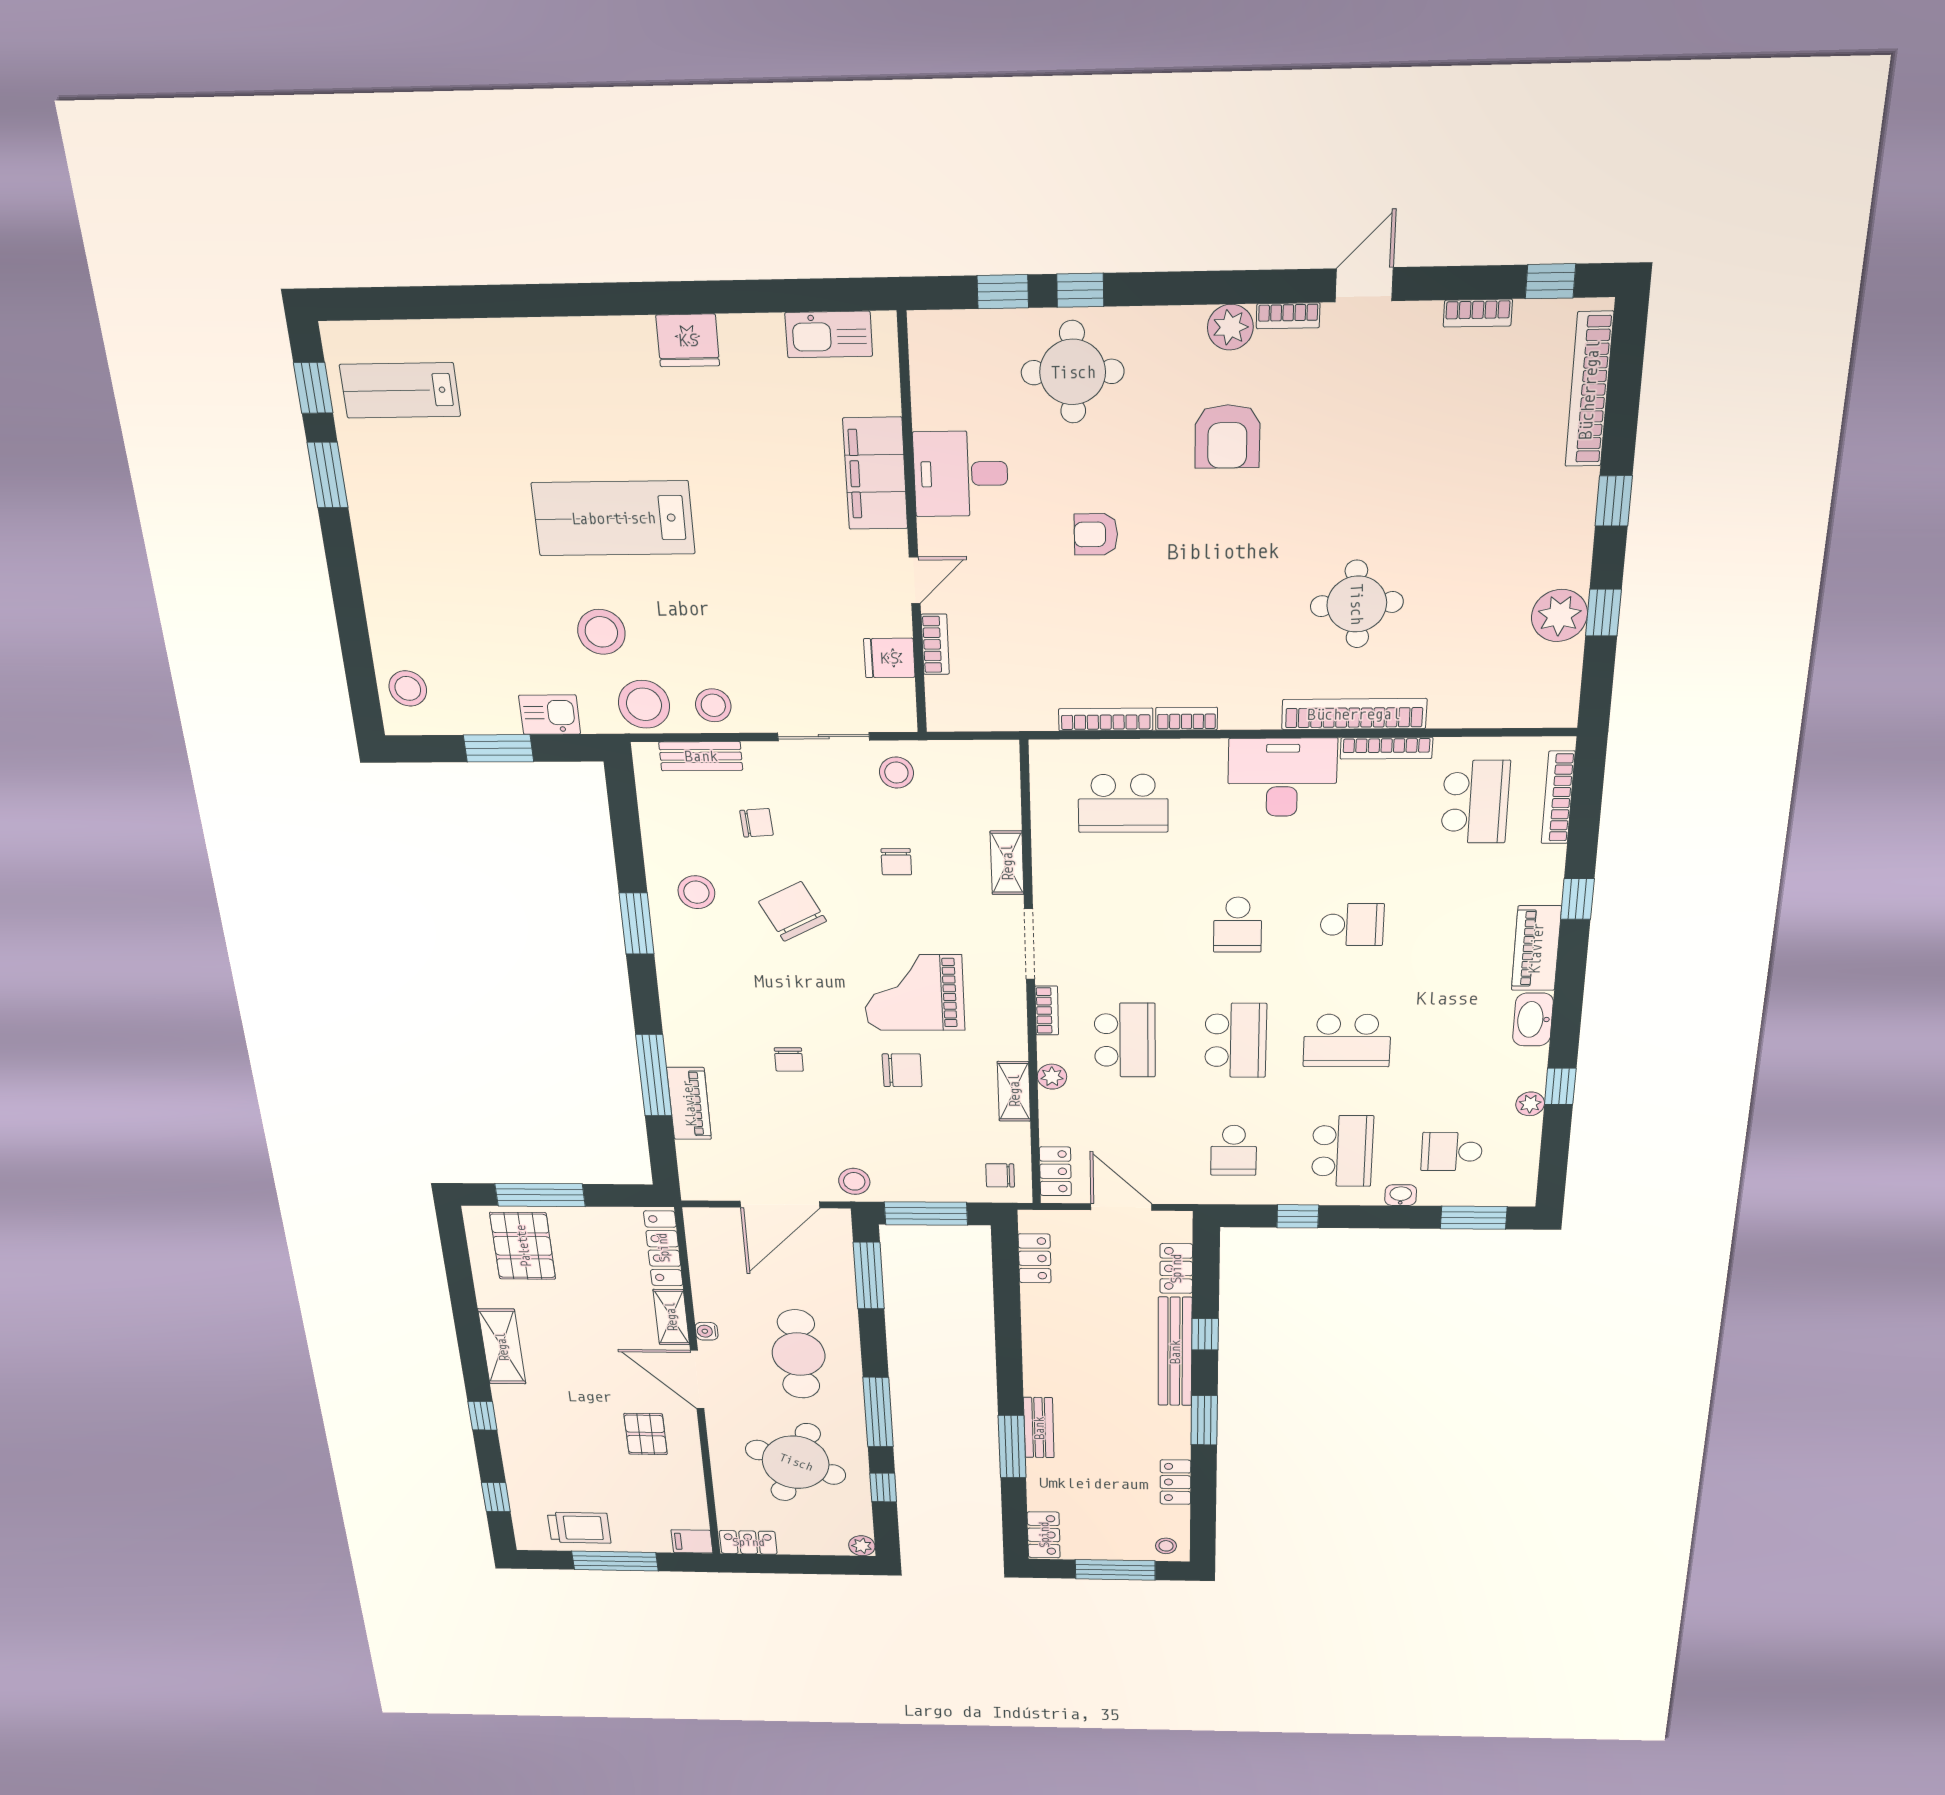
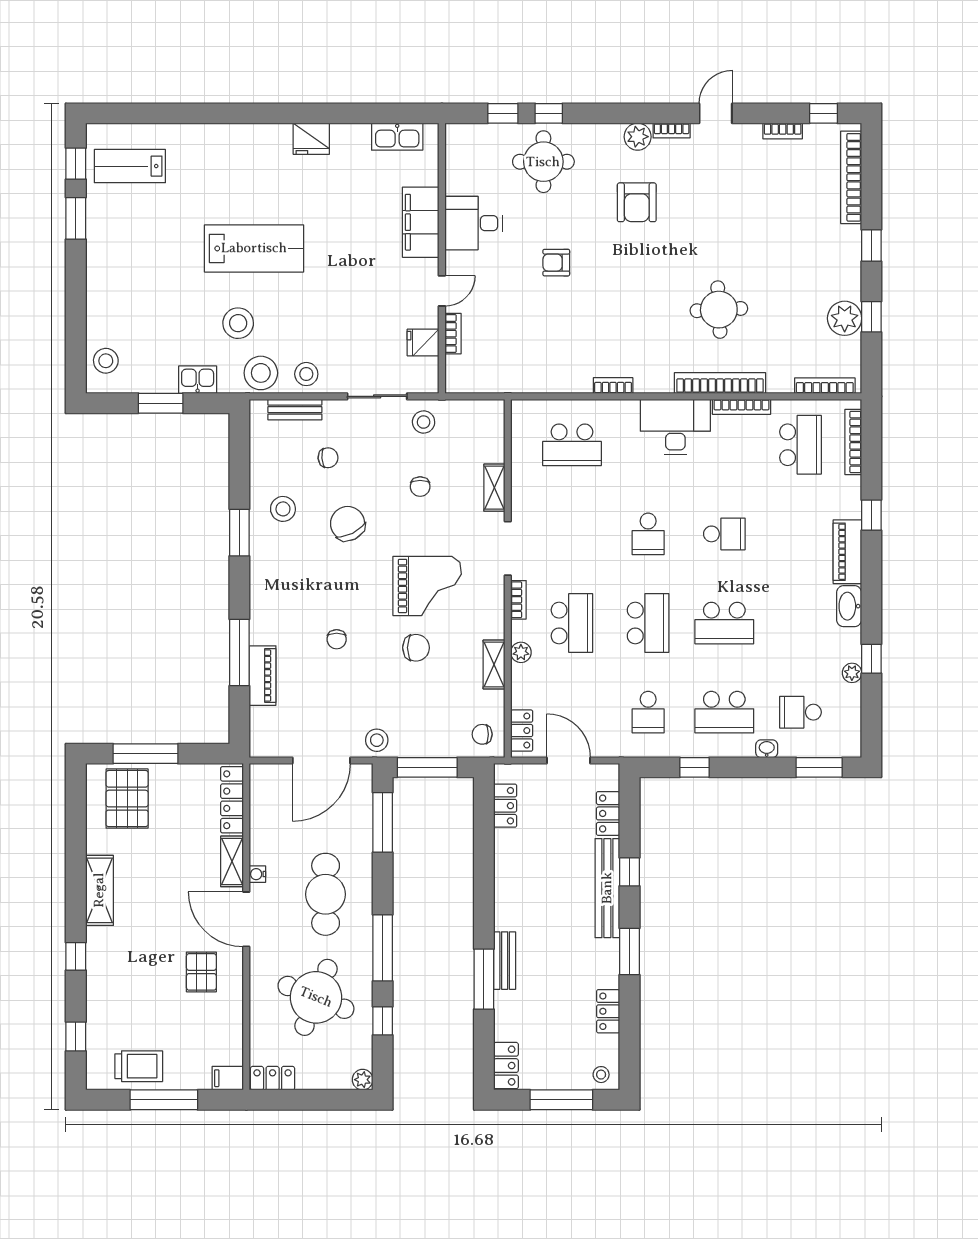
lab bench: (613, 518) -> (254, 248), turned 180
bookcase: (1106, 719) -> (825, 386), moved
grand piano: (914, 993) -> (427, 586), turned 180
school desk: (1342, 1151) -> (724, 712), turned 90

